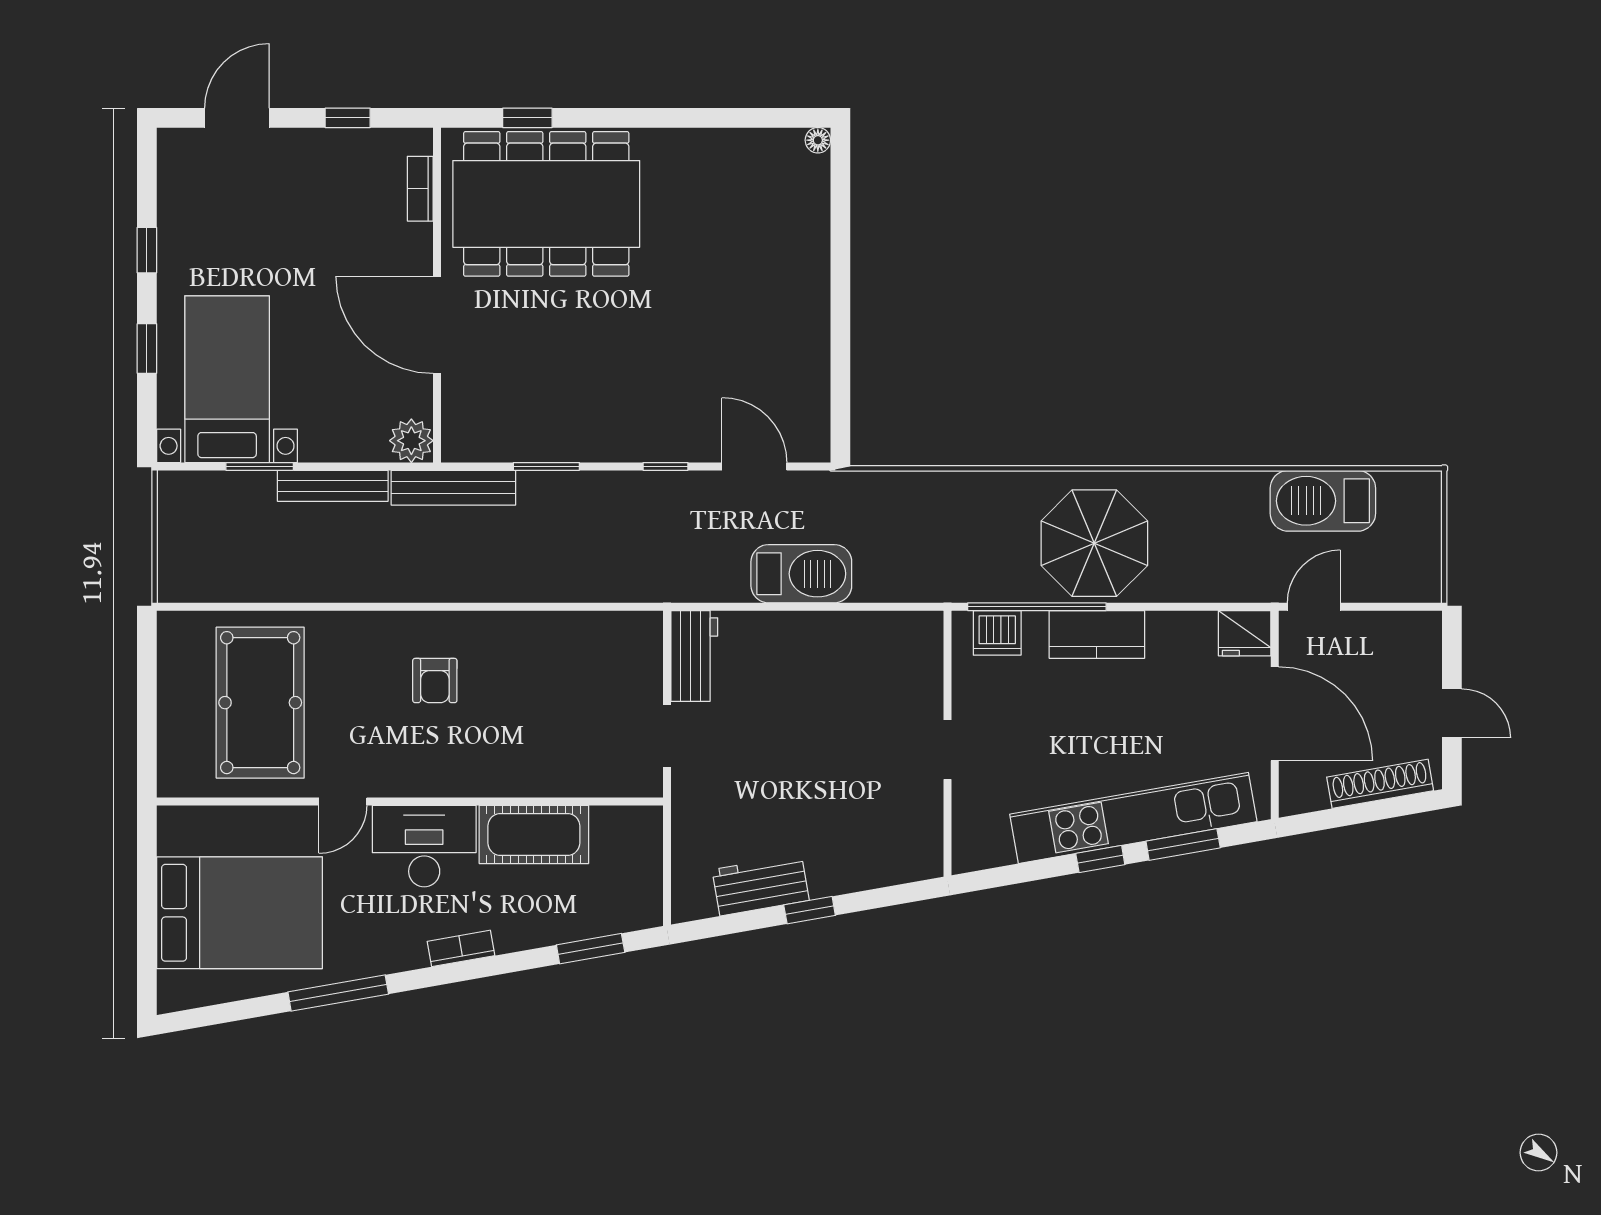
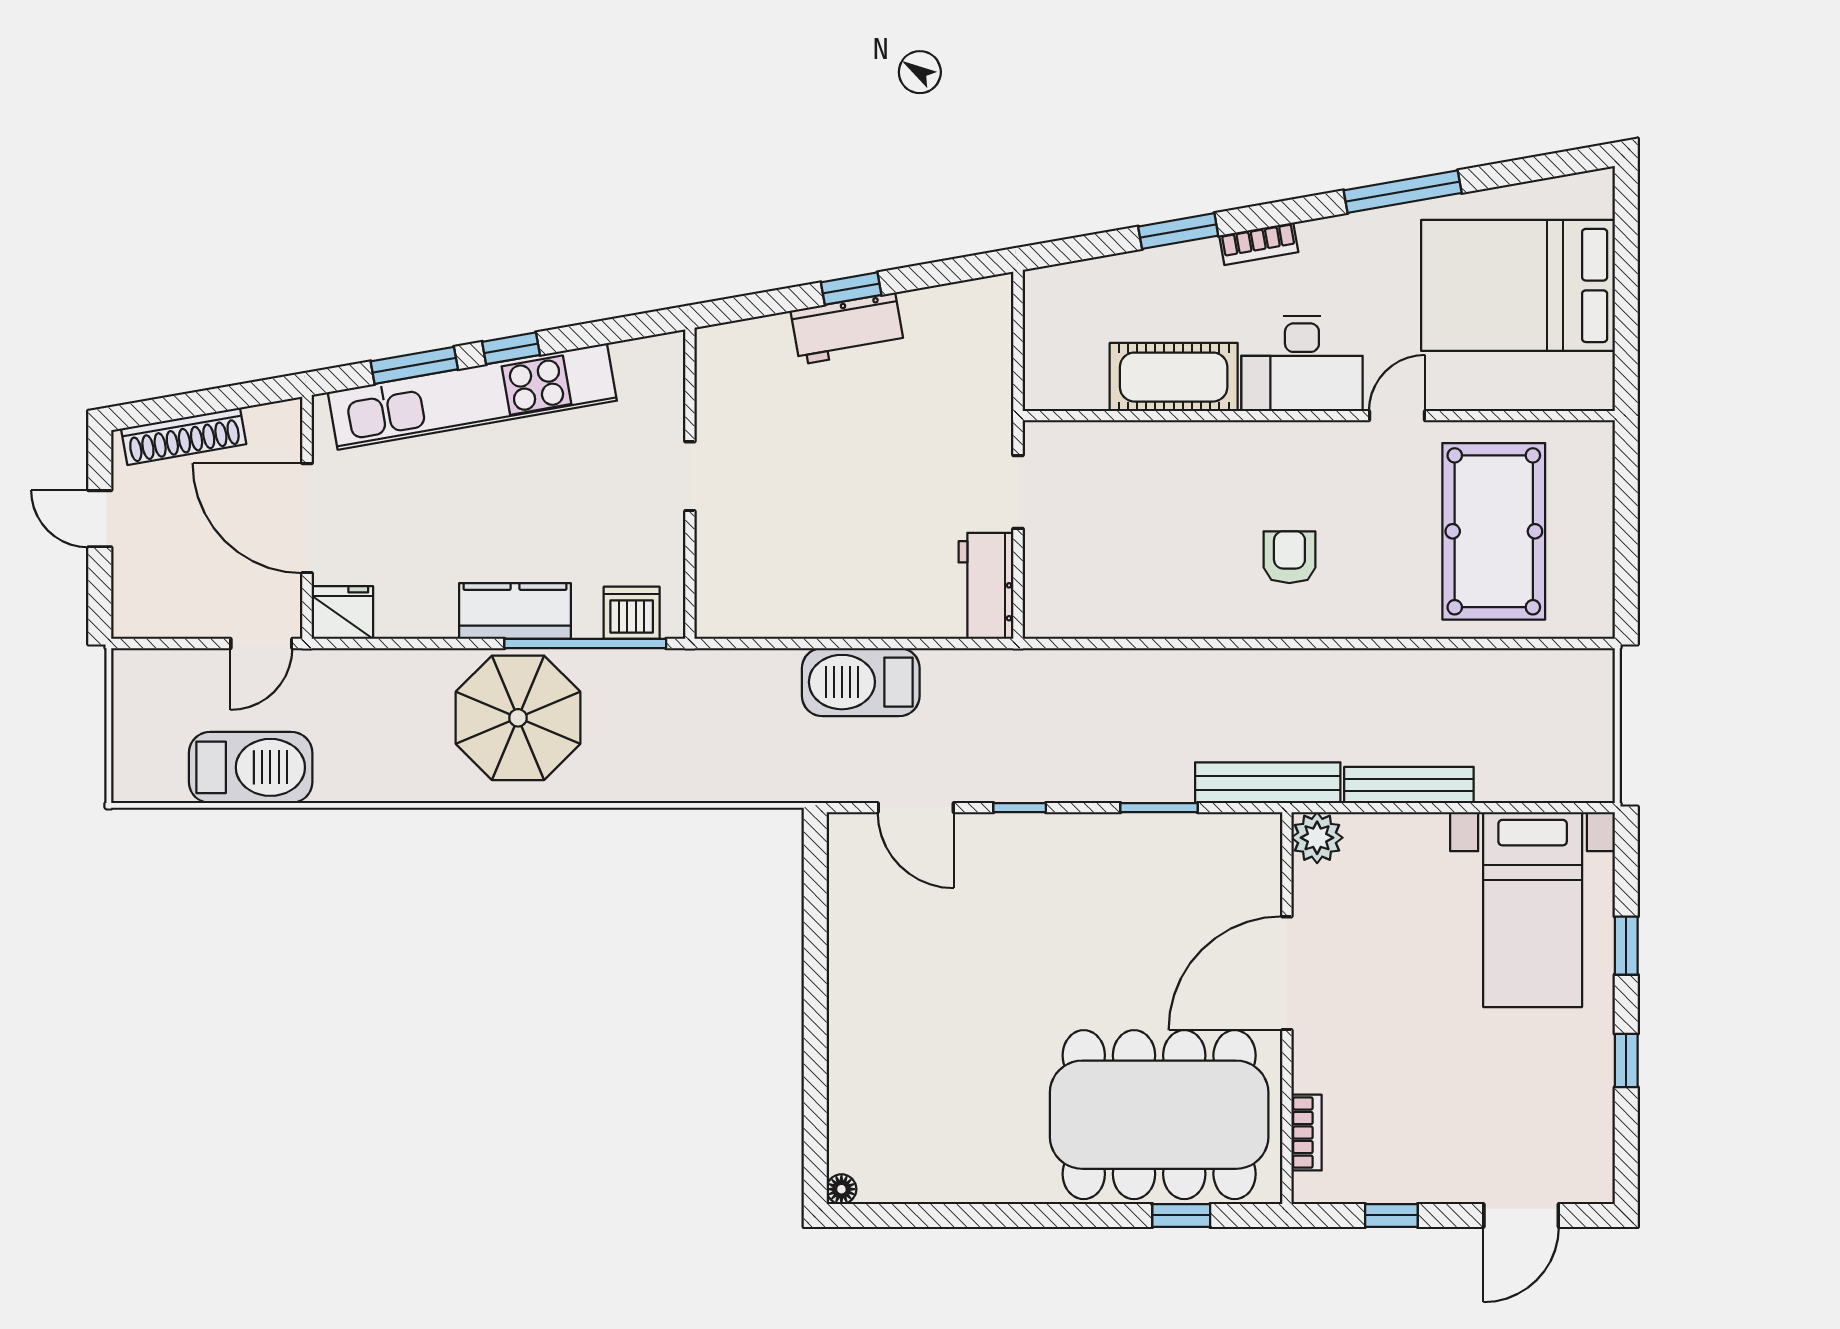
door: (437, 325) -> (1287, 973), swing flipped
window: (260, 466) -> (1494, 808), removed
workbench: (761, 885) -> (847, 329), moved
window: (591, 949) -> (1178, 231), moved

